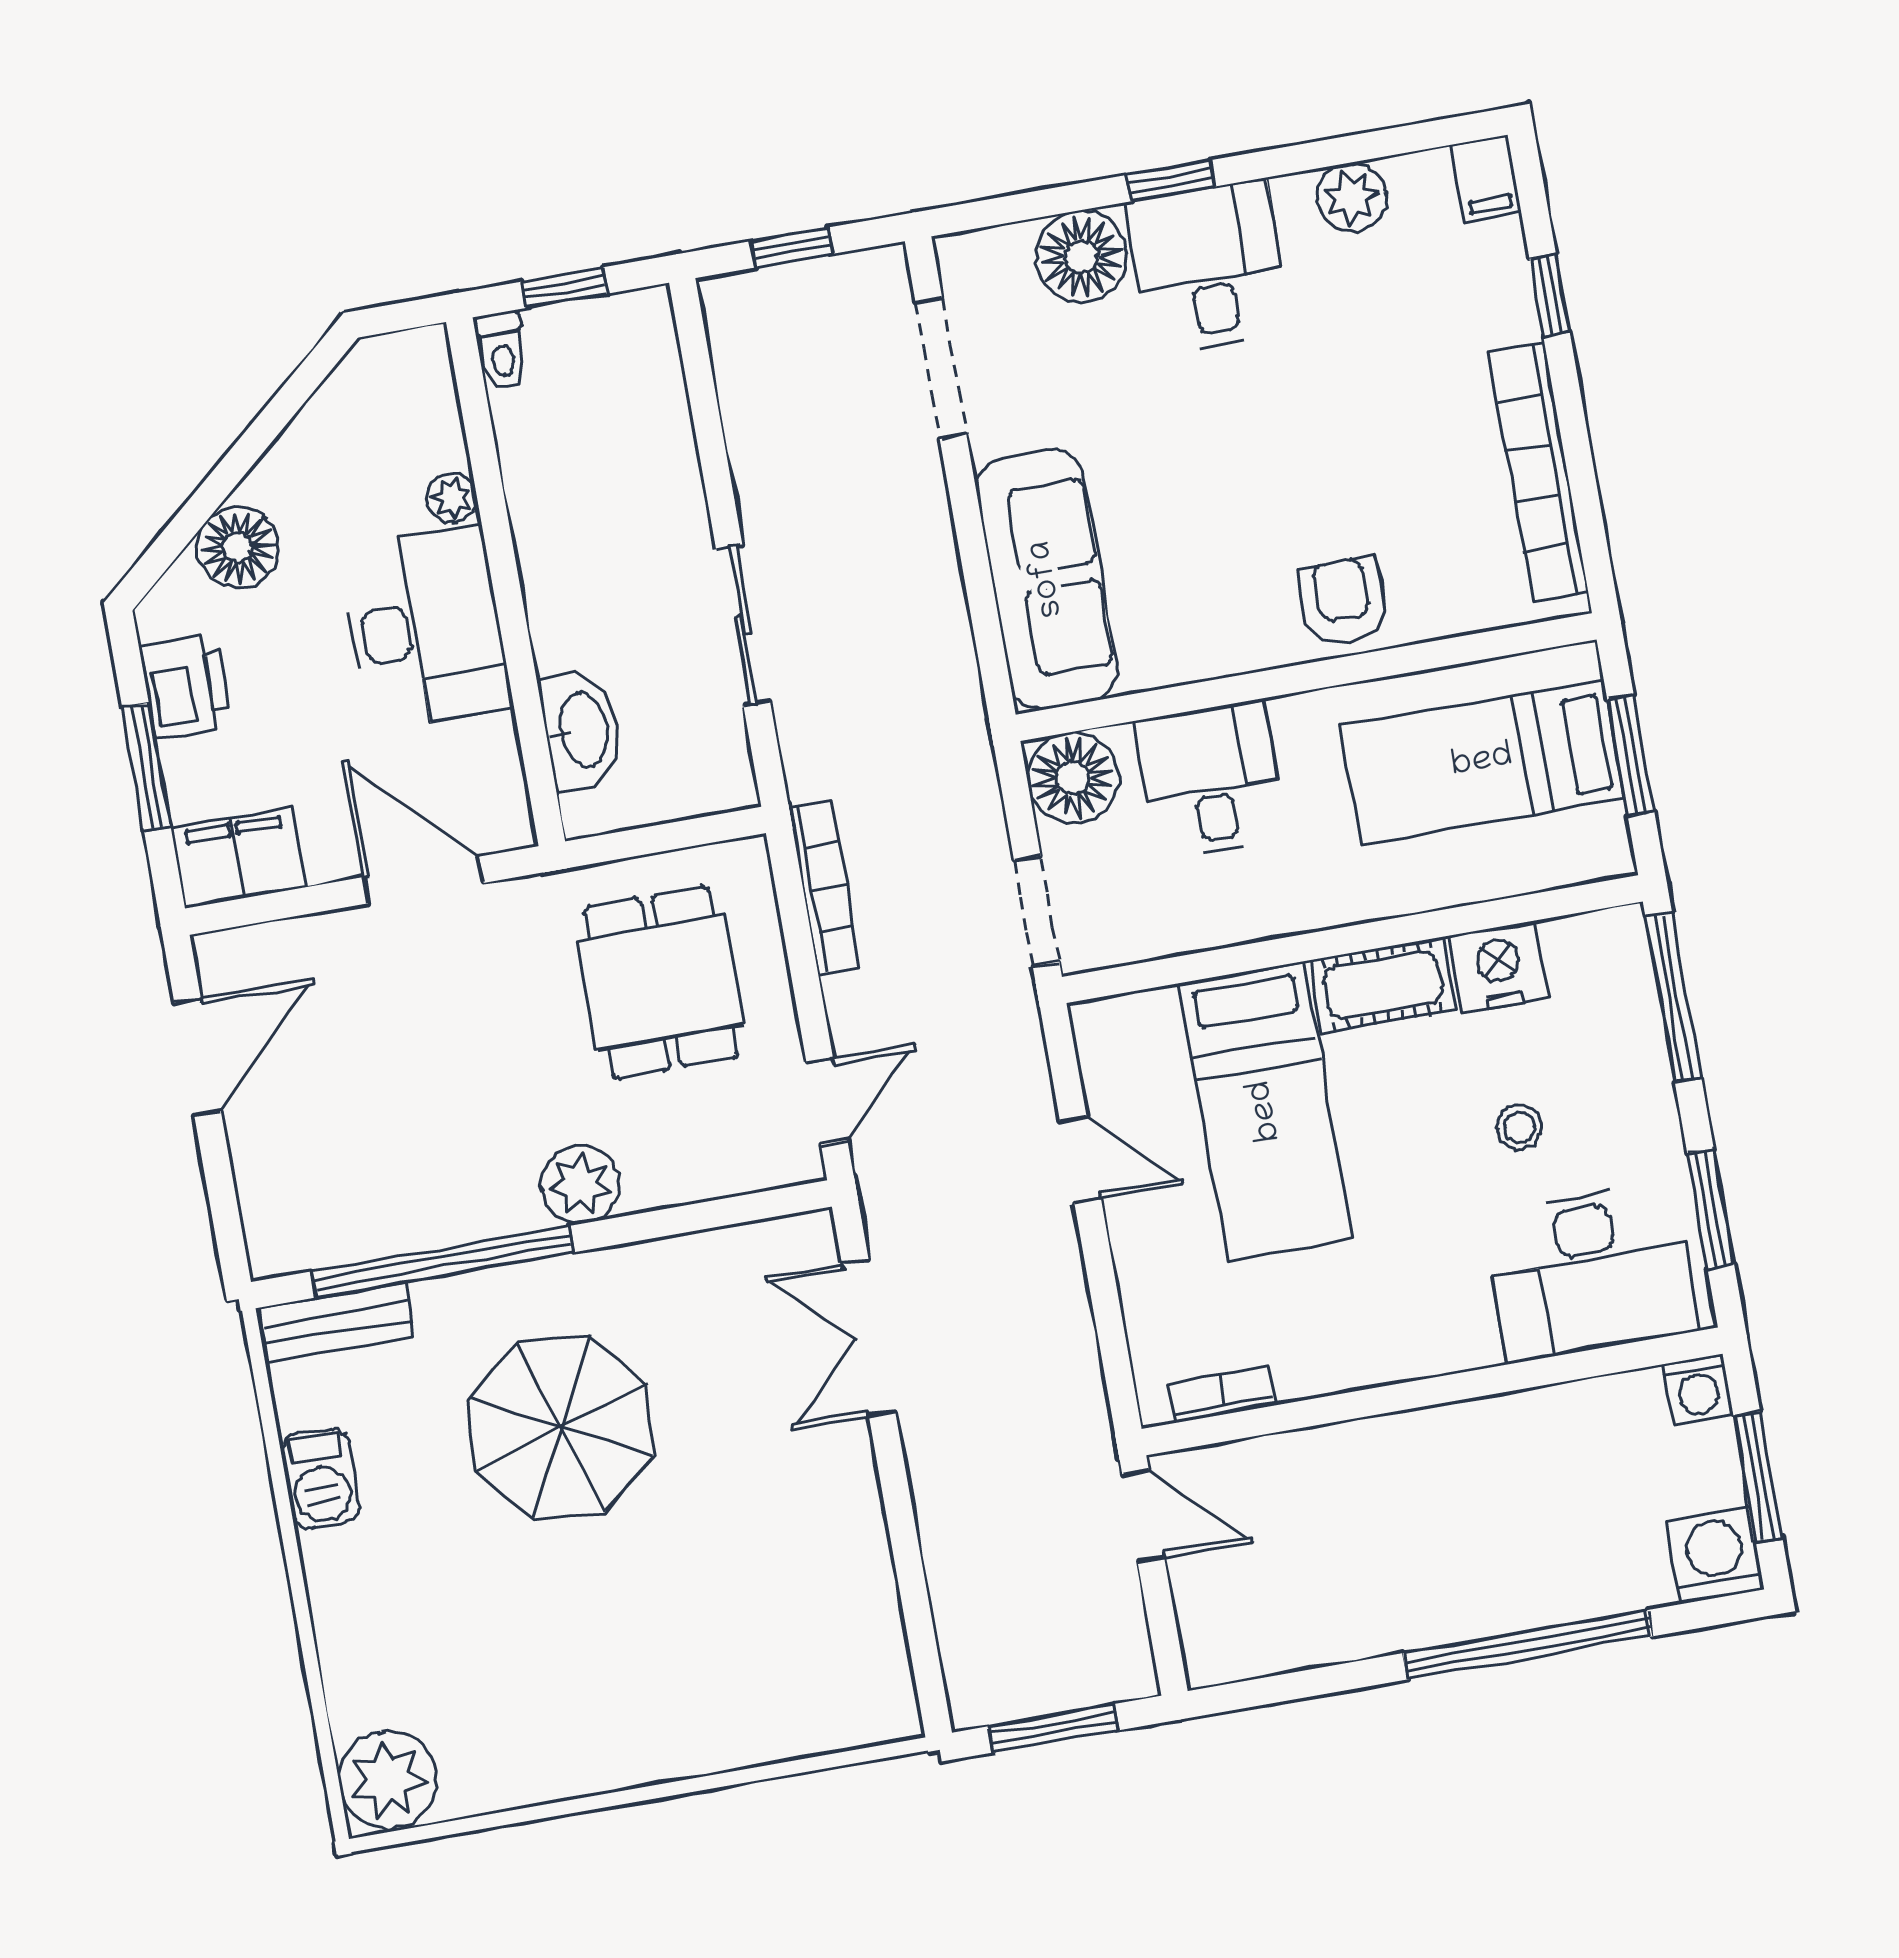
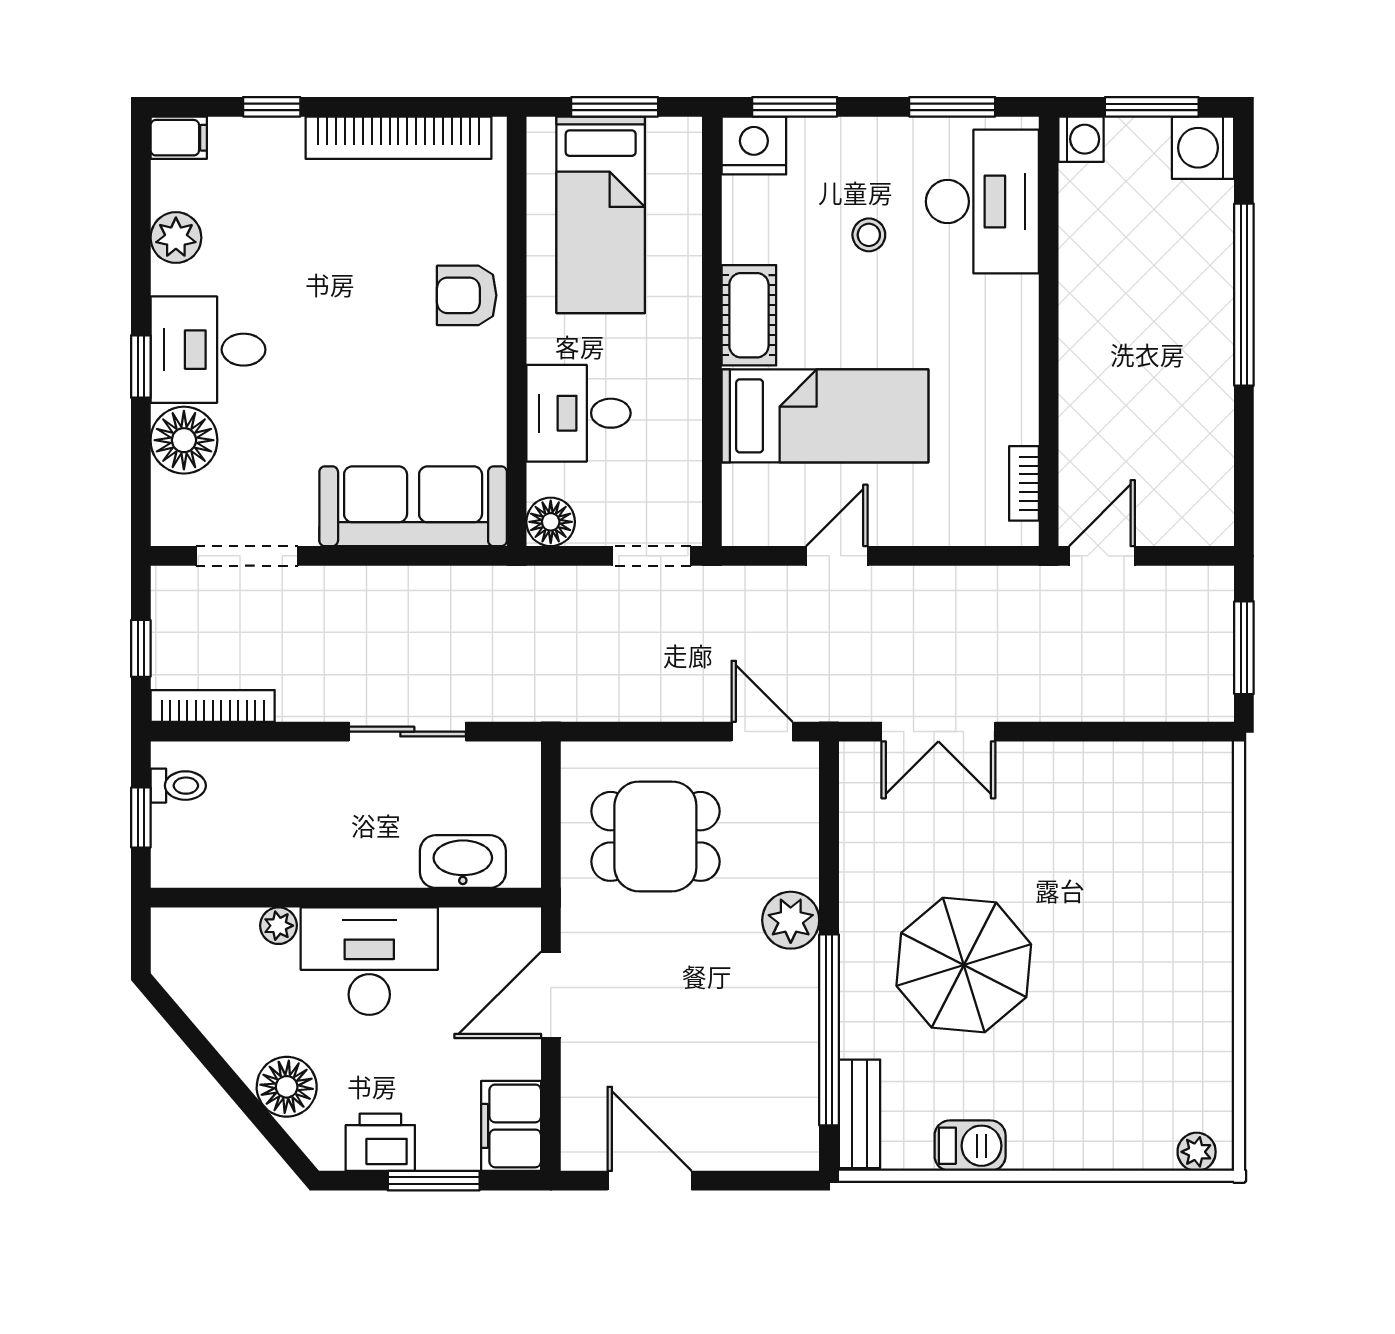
toilet: (502, 350) -> (178, 786), moved
floor lamp: (1073, 778) -> (551, 522), width x0.73, depth x0.73
bookcase: (825, 887) -> (213, 706), moved
nightstand: (1499, 967) -> (754, 146), moved, turned 90
window: (1673, 997) -> (795, 107), width x0.69
plant: (388, 1780) -> (1197, 1152), width x0.53, depth x0.53

